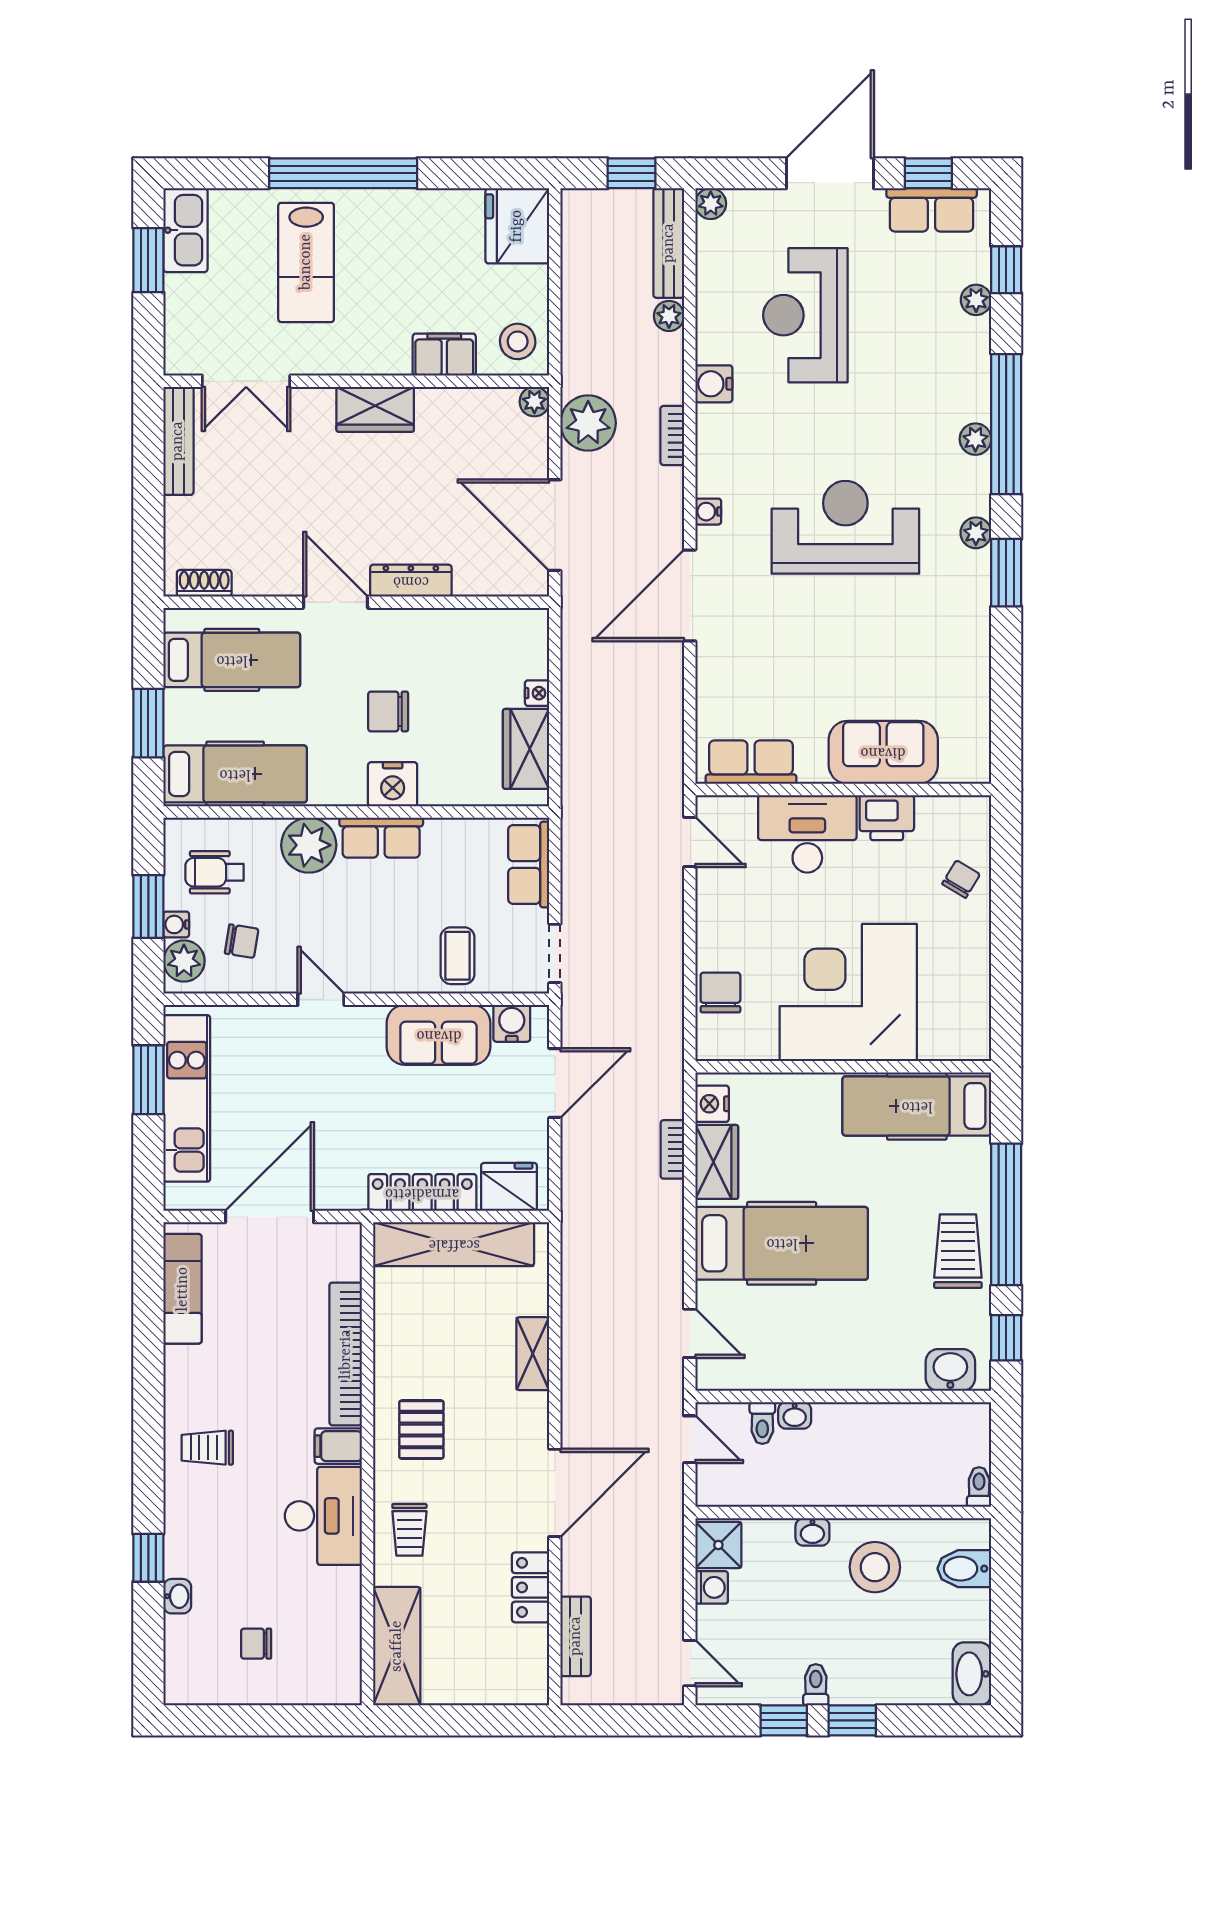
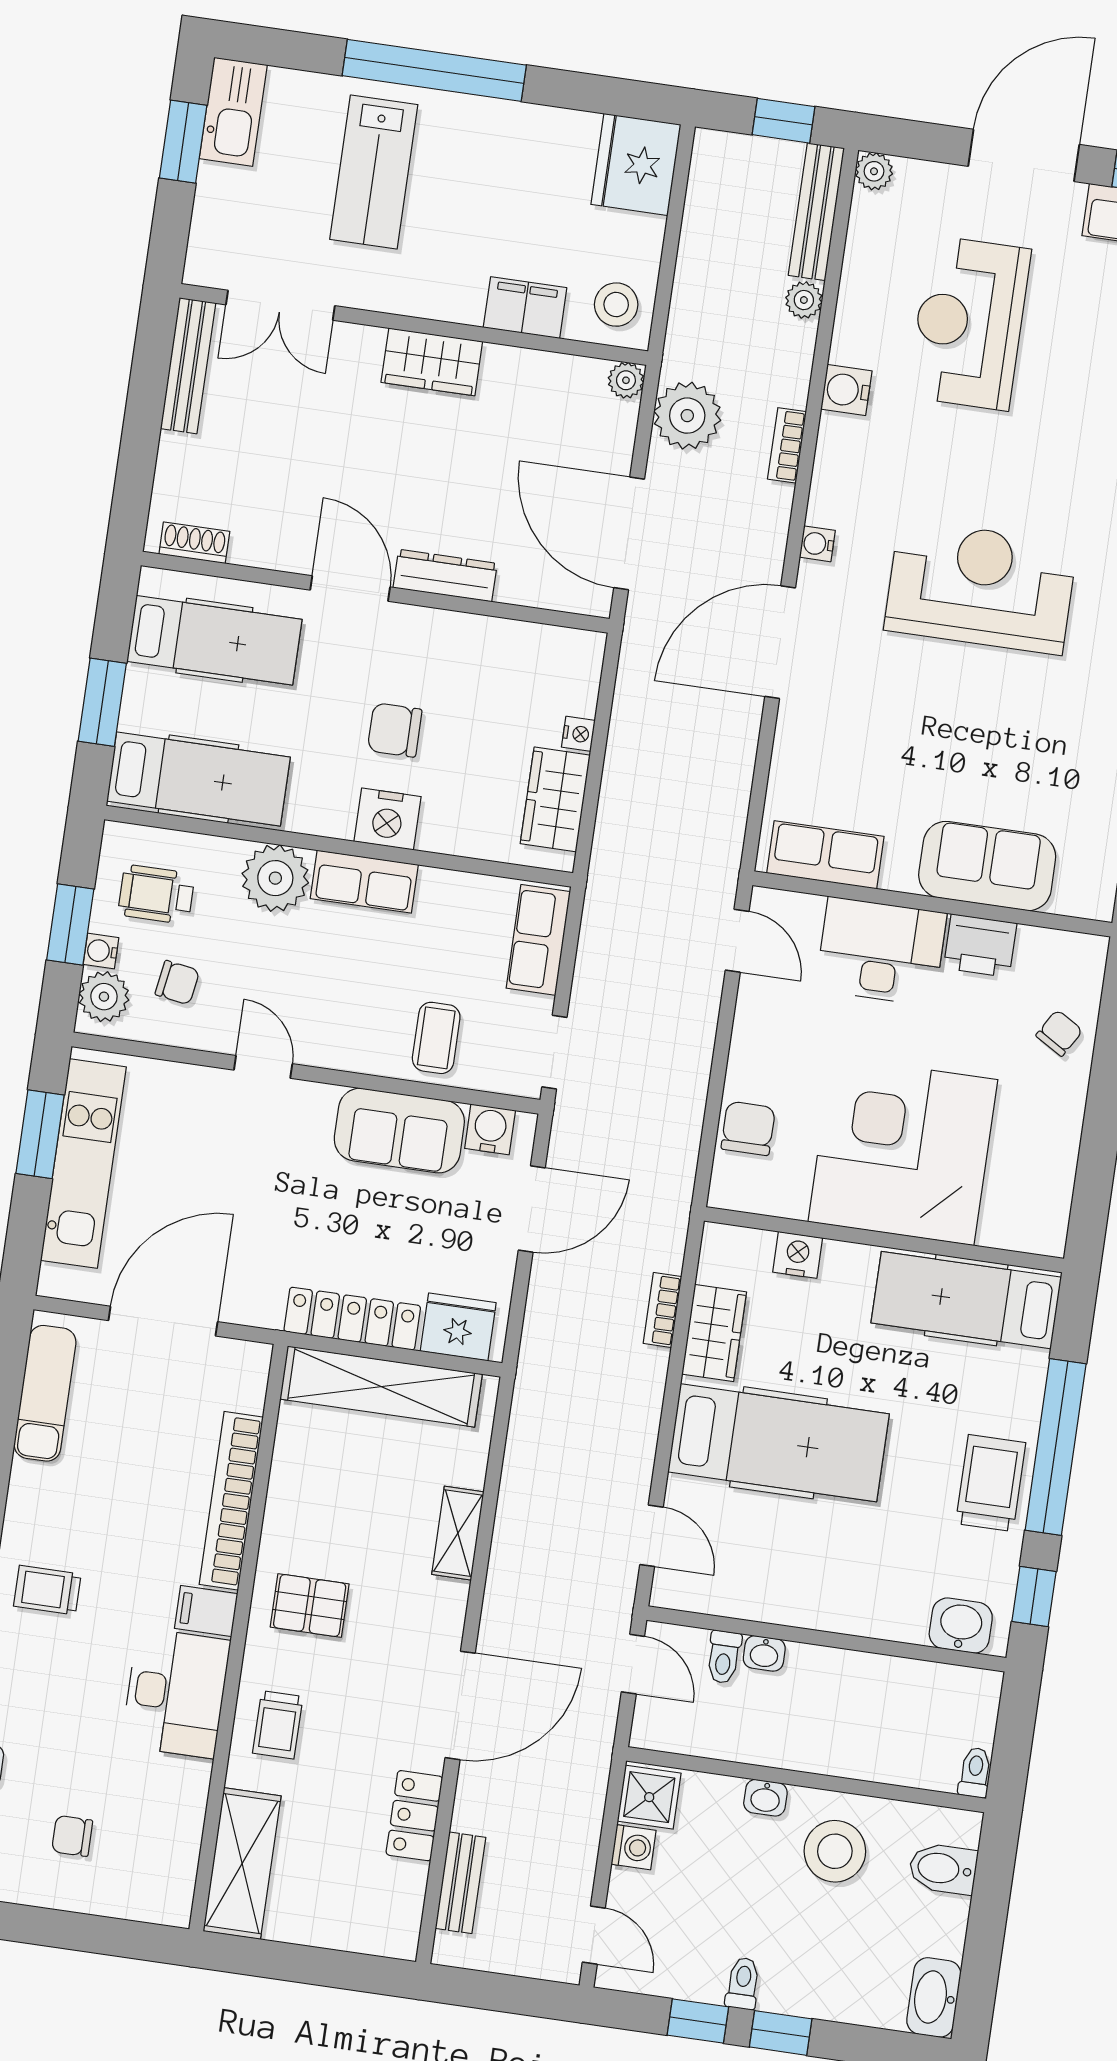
nightstand: (712, 1104) -> (798, 1255), moved, turned 90
pallet: (421, 1430) -> (310, 1605), turned 90

